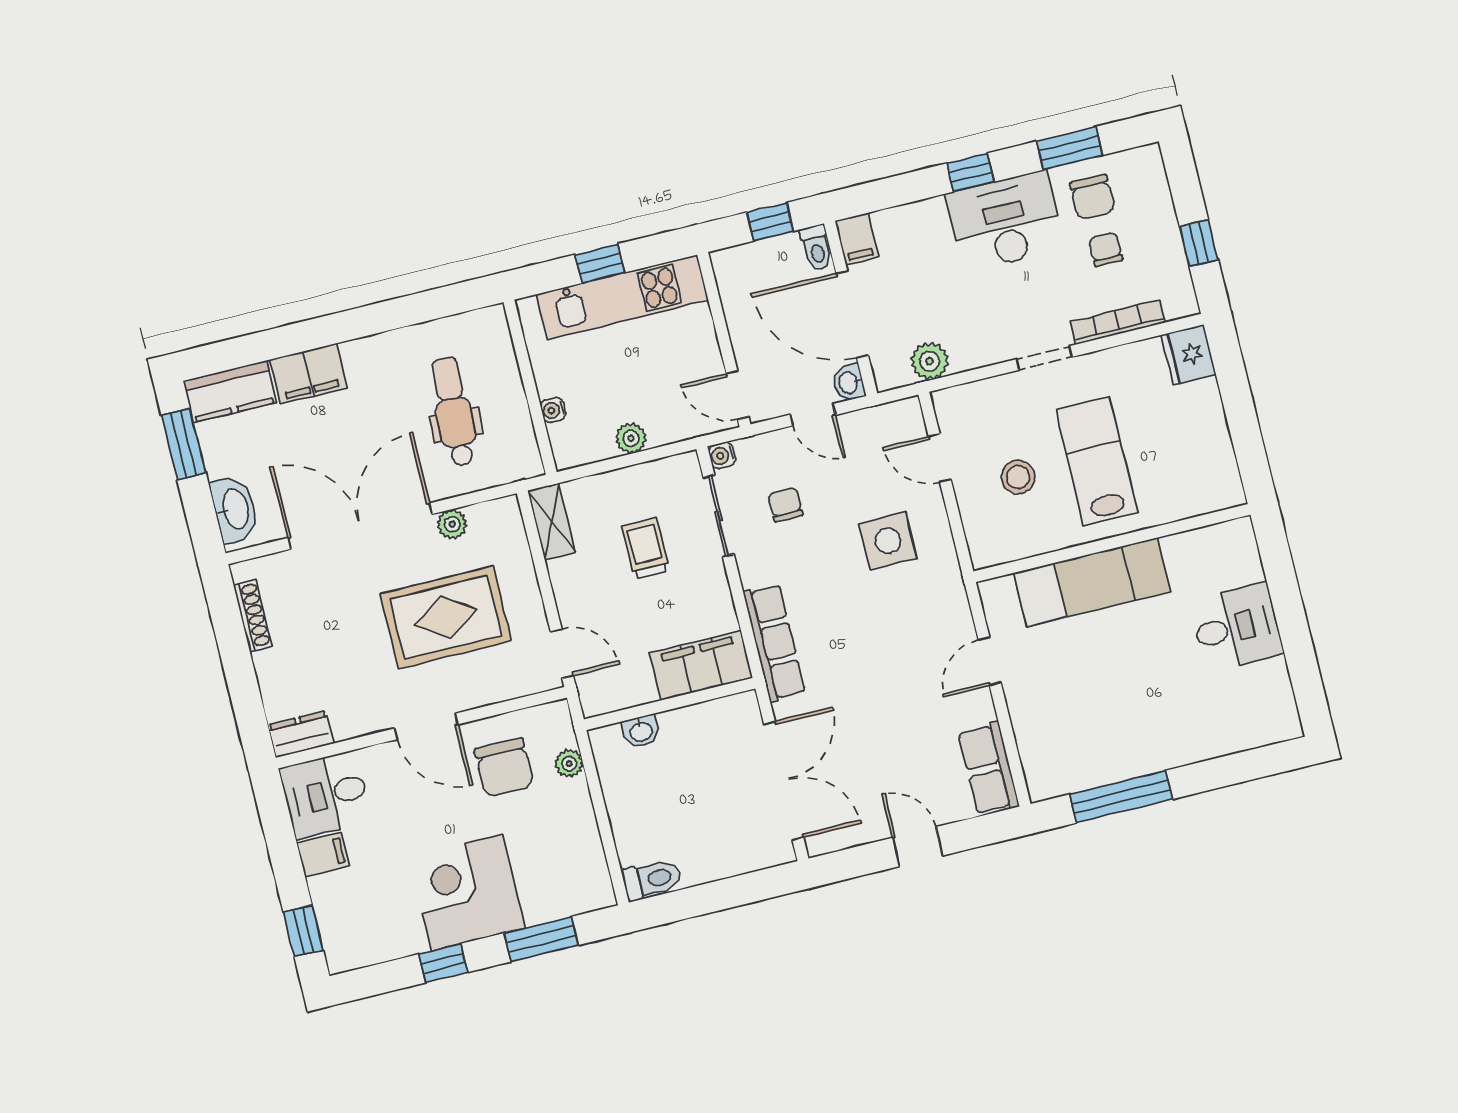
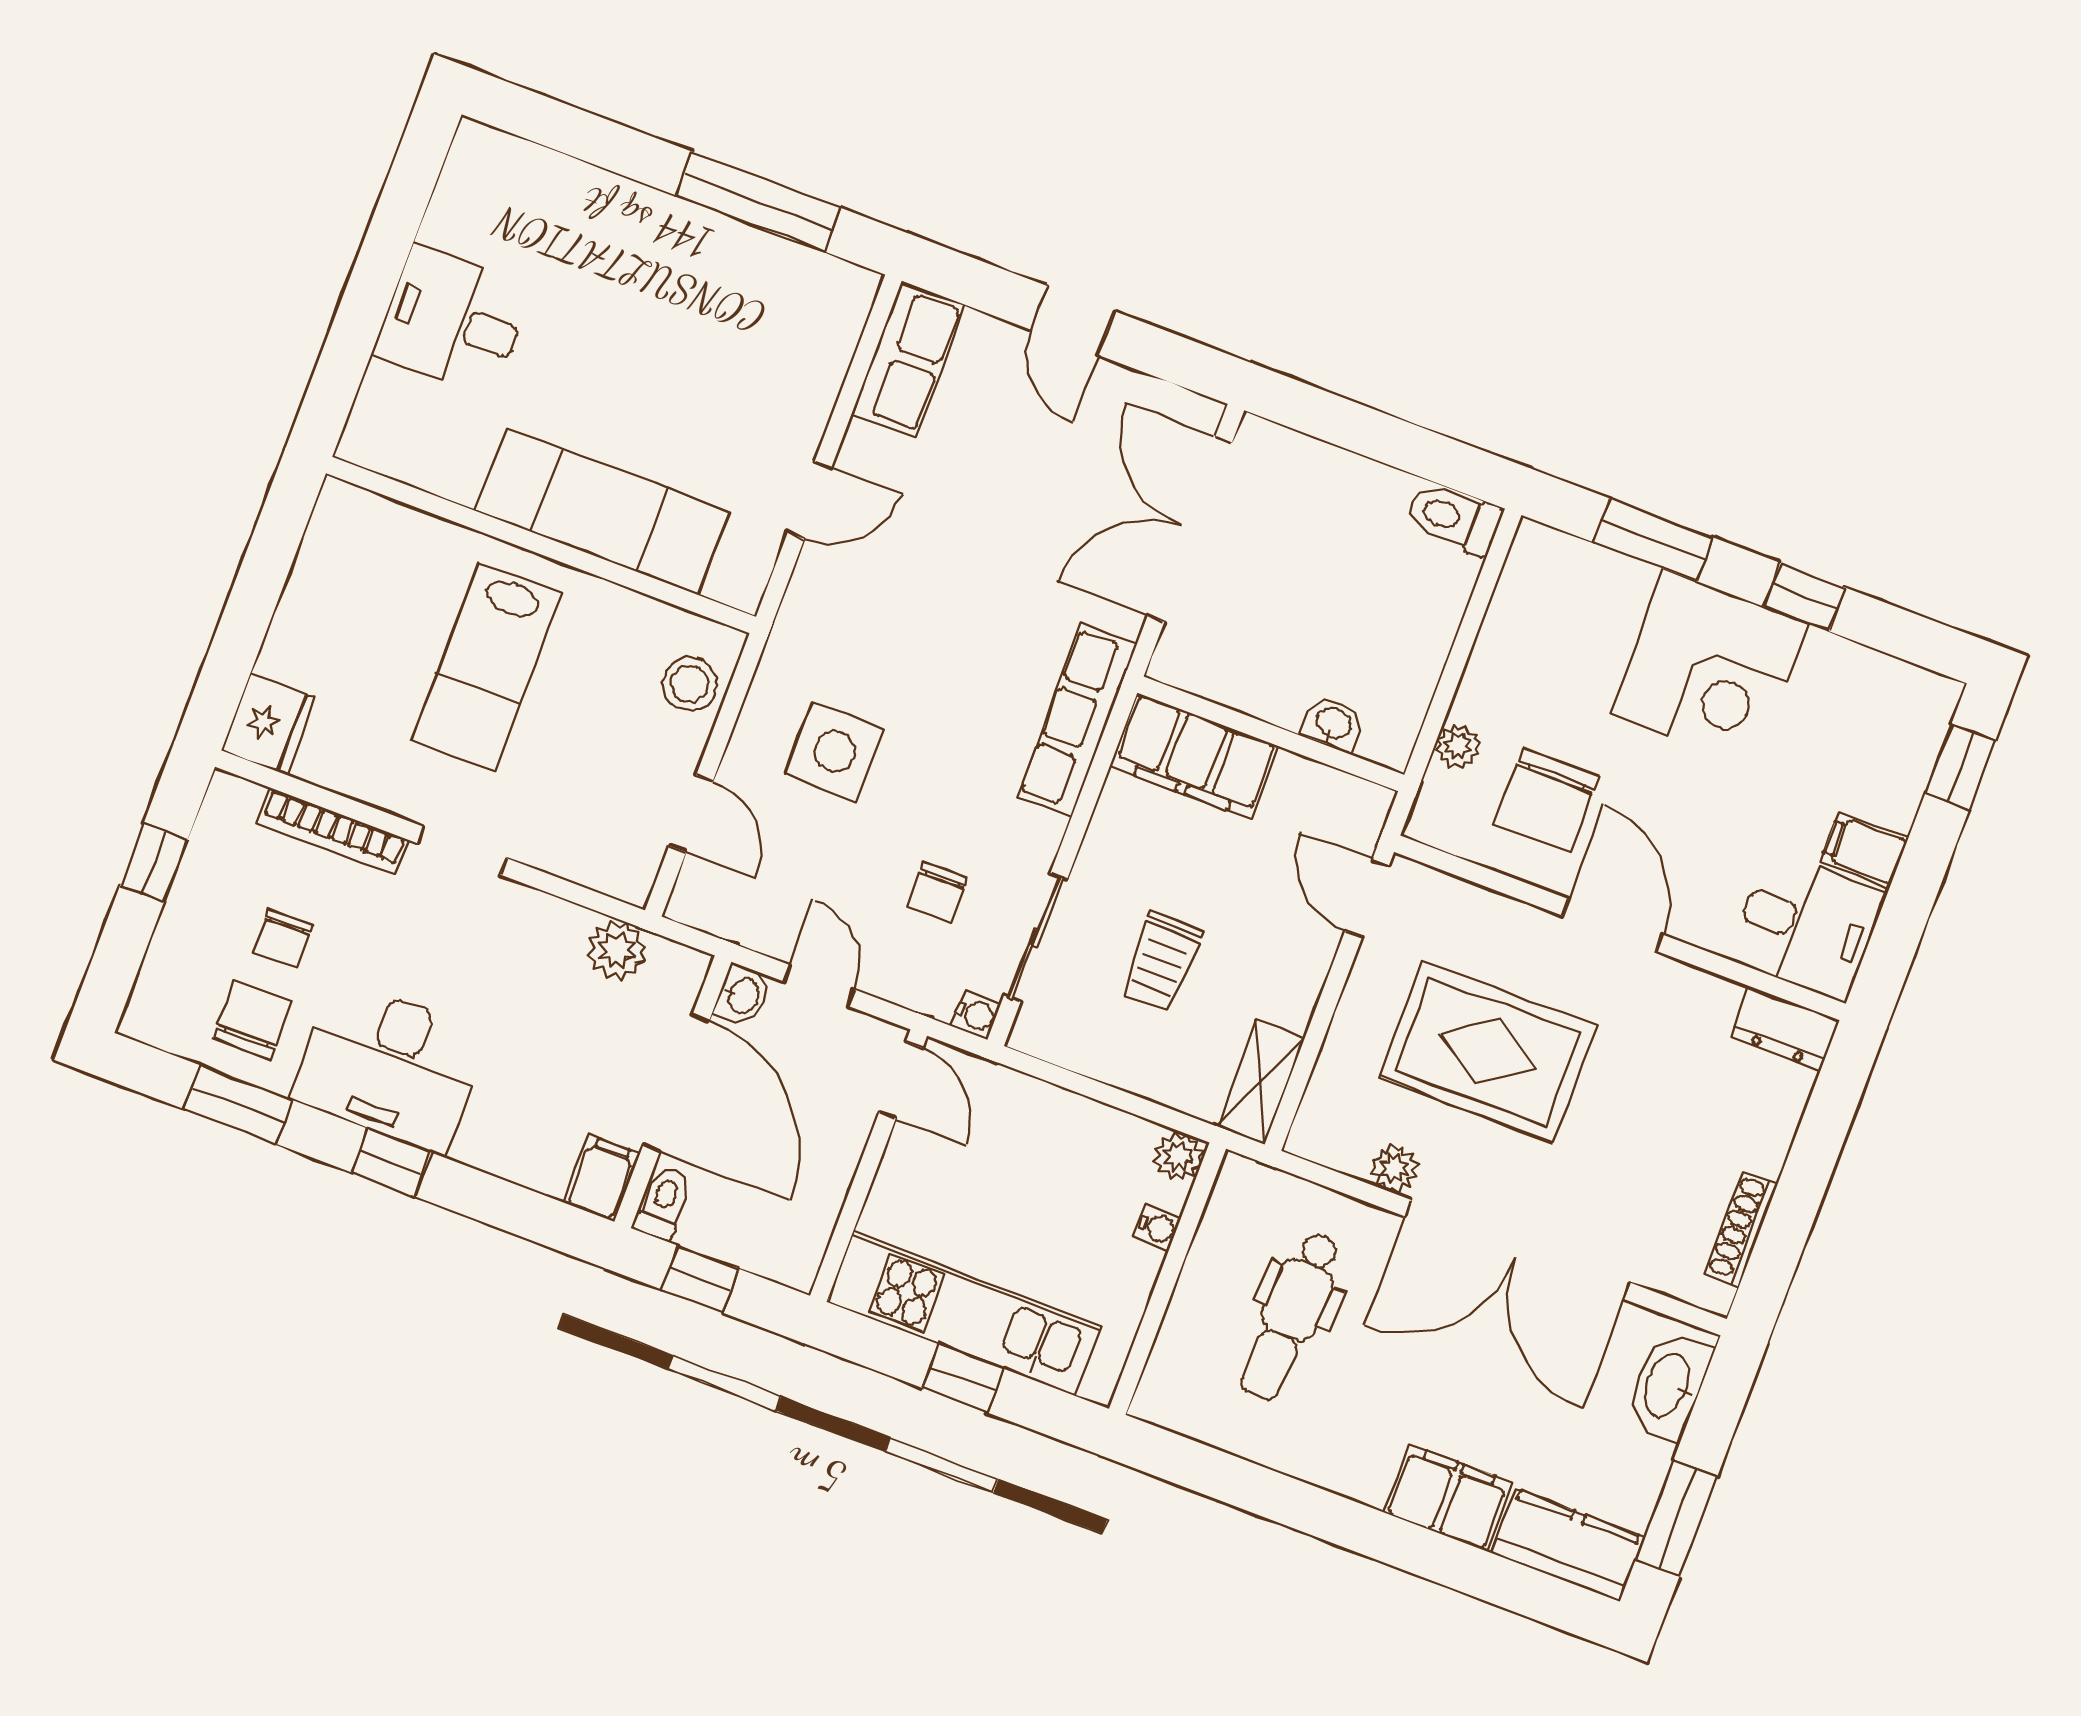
plant: (631, 438) -> (1178, 1157), moved
stool: (1018, 477) -> (690, 684), moved
chair: (504, 768) -> (1547, 800), turned 180

